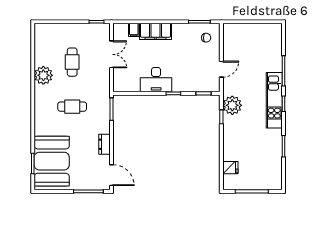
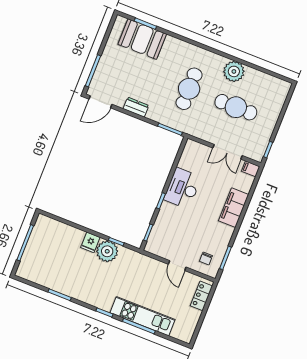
locker: (238, 29) -> (201, 296), added
filing cabinet: (134, 30) -> (251, 169), moved
cafe table: (72, 62) -> (236, 107), width x1.37, depth x1.35
door: (221, 69) -> (177, 266), moved
kitchen unit: (274, 100) -> (143, 316), moved
plant: (232, 105) -> (107, 251), moved
cafe table: (72, 107) -> (189, 89), width x1.37, depth x1.35
booth: (52, 161) -> (142, 39), width x0.73, depth x0.70
fridge: (230, 168) -> (90, 242), moved

